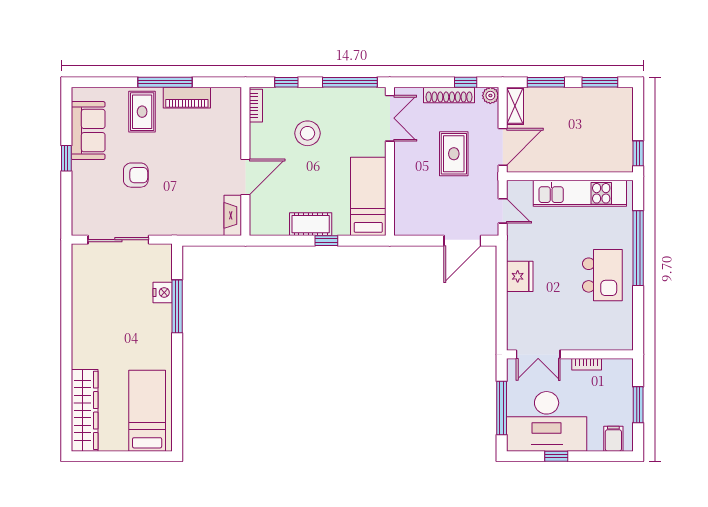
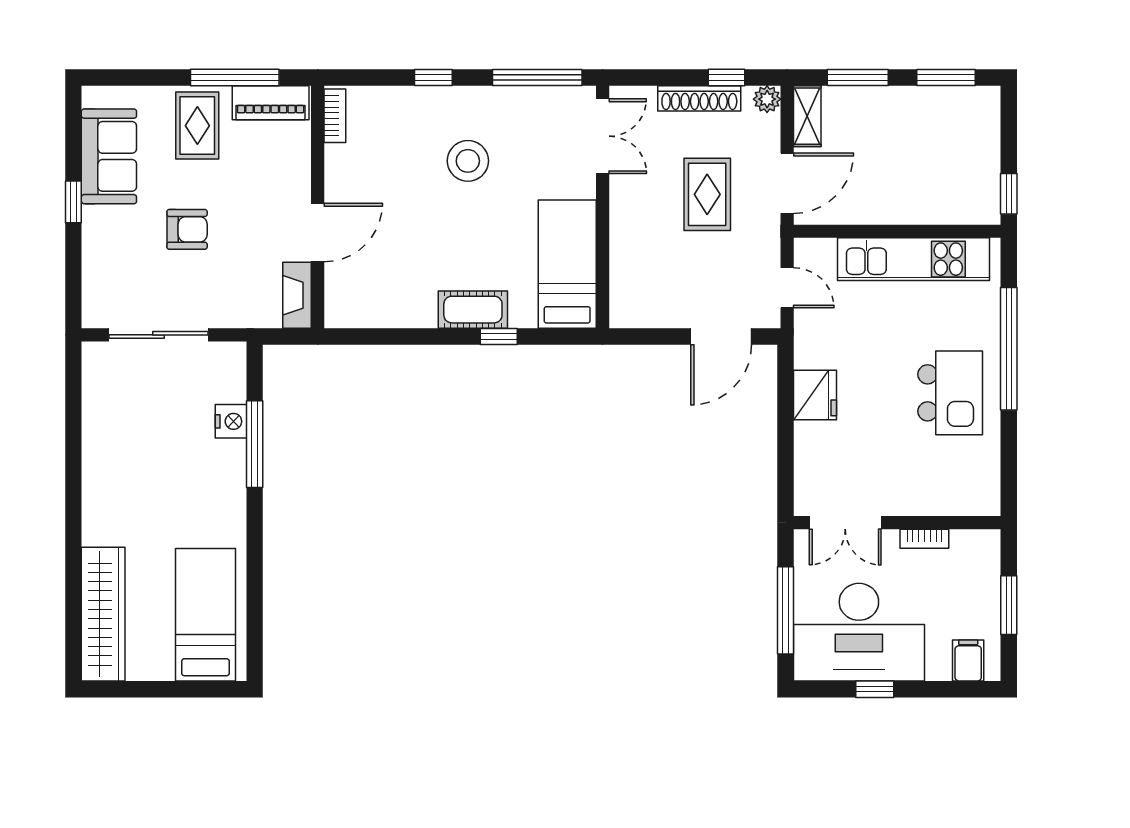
bookcase: (256, 106) -> (335, 116), moved
wall: (245, 161) -> (318, 207), moved
door: (245, 177) -> (318, 233), moved
fireplace: (233, 215) -> (297, 295), moved

